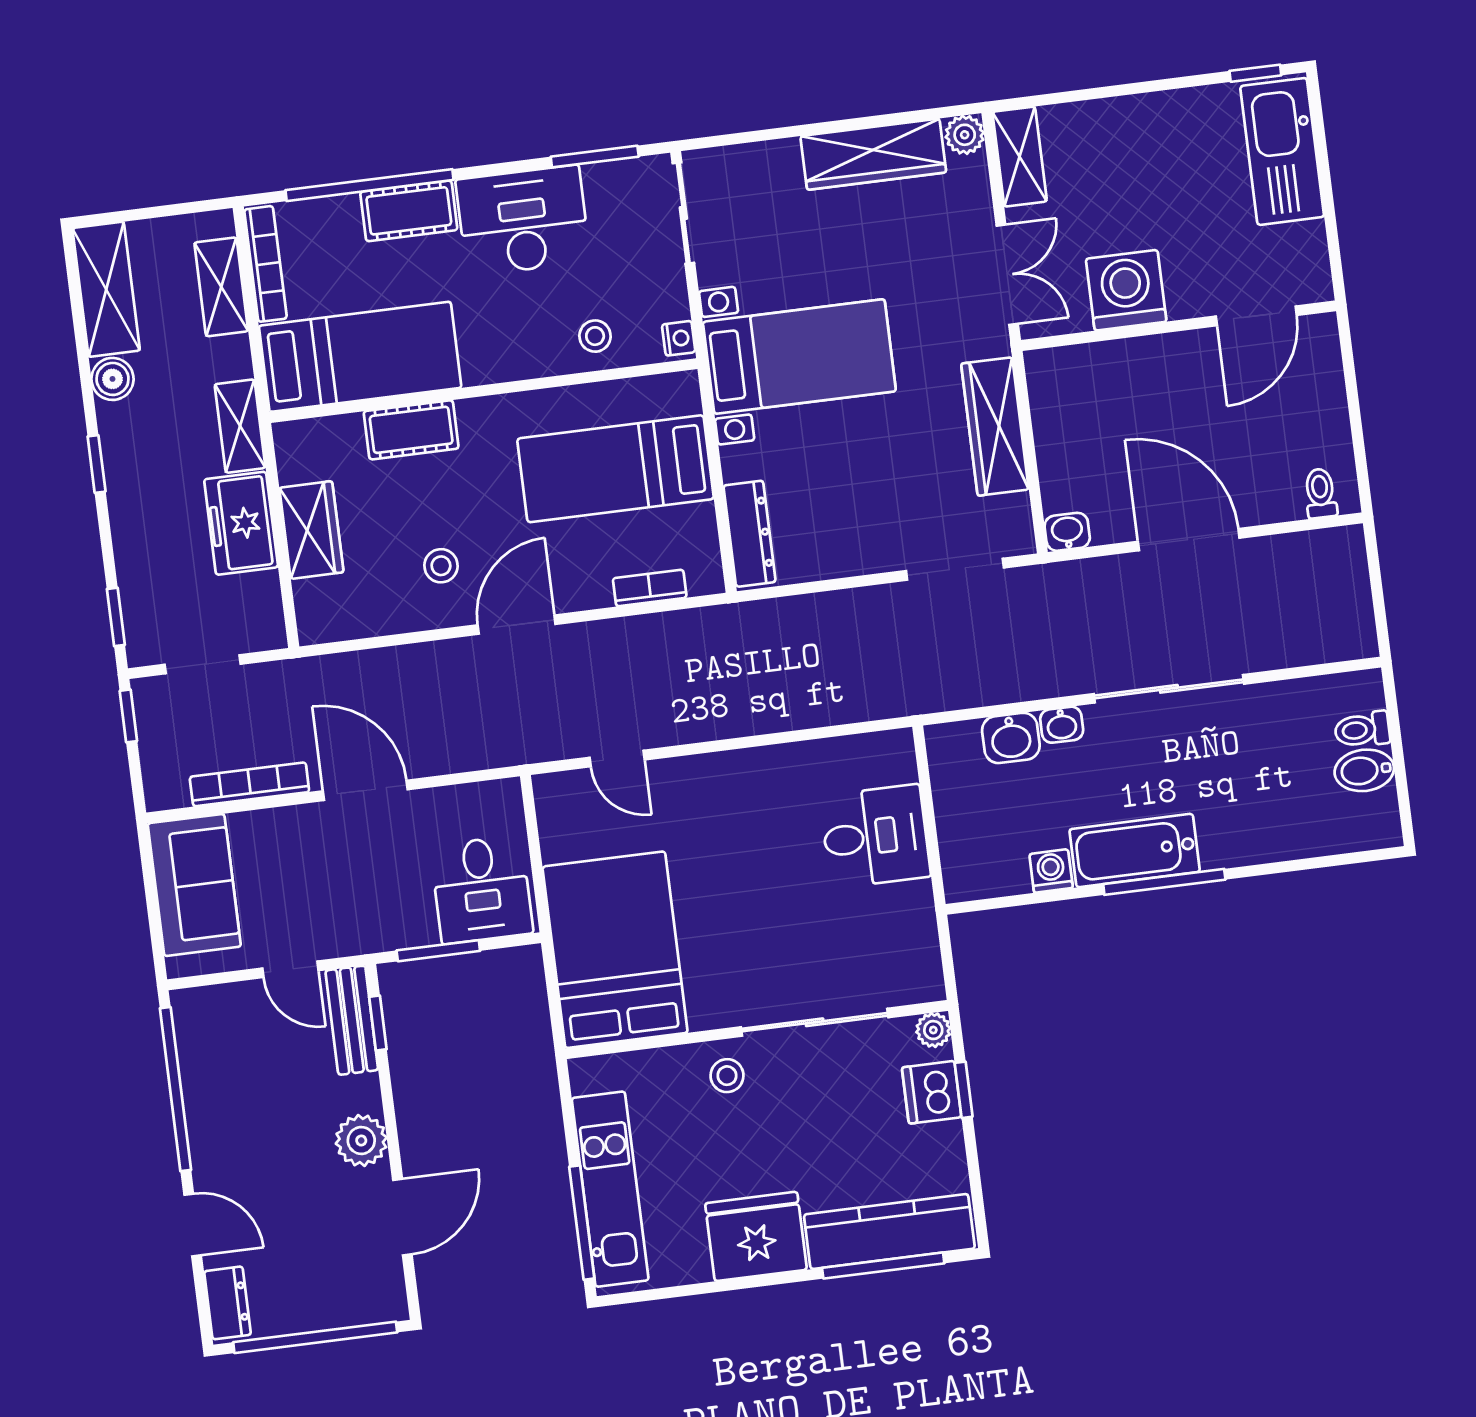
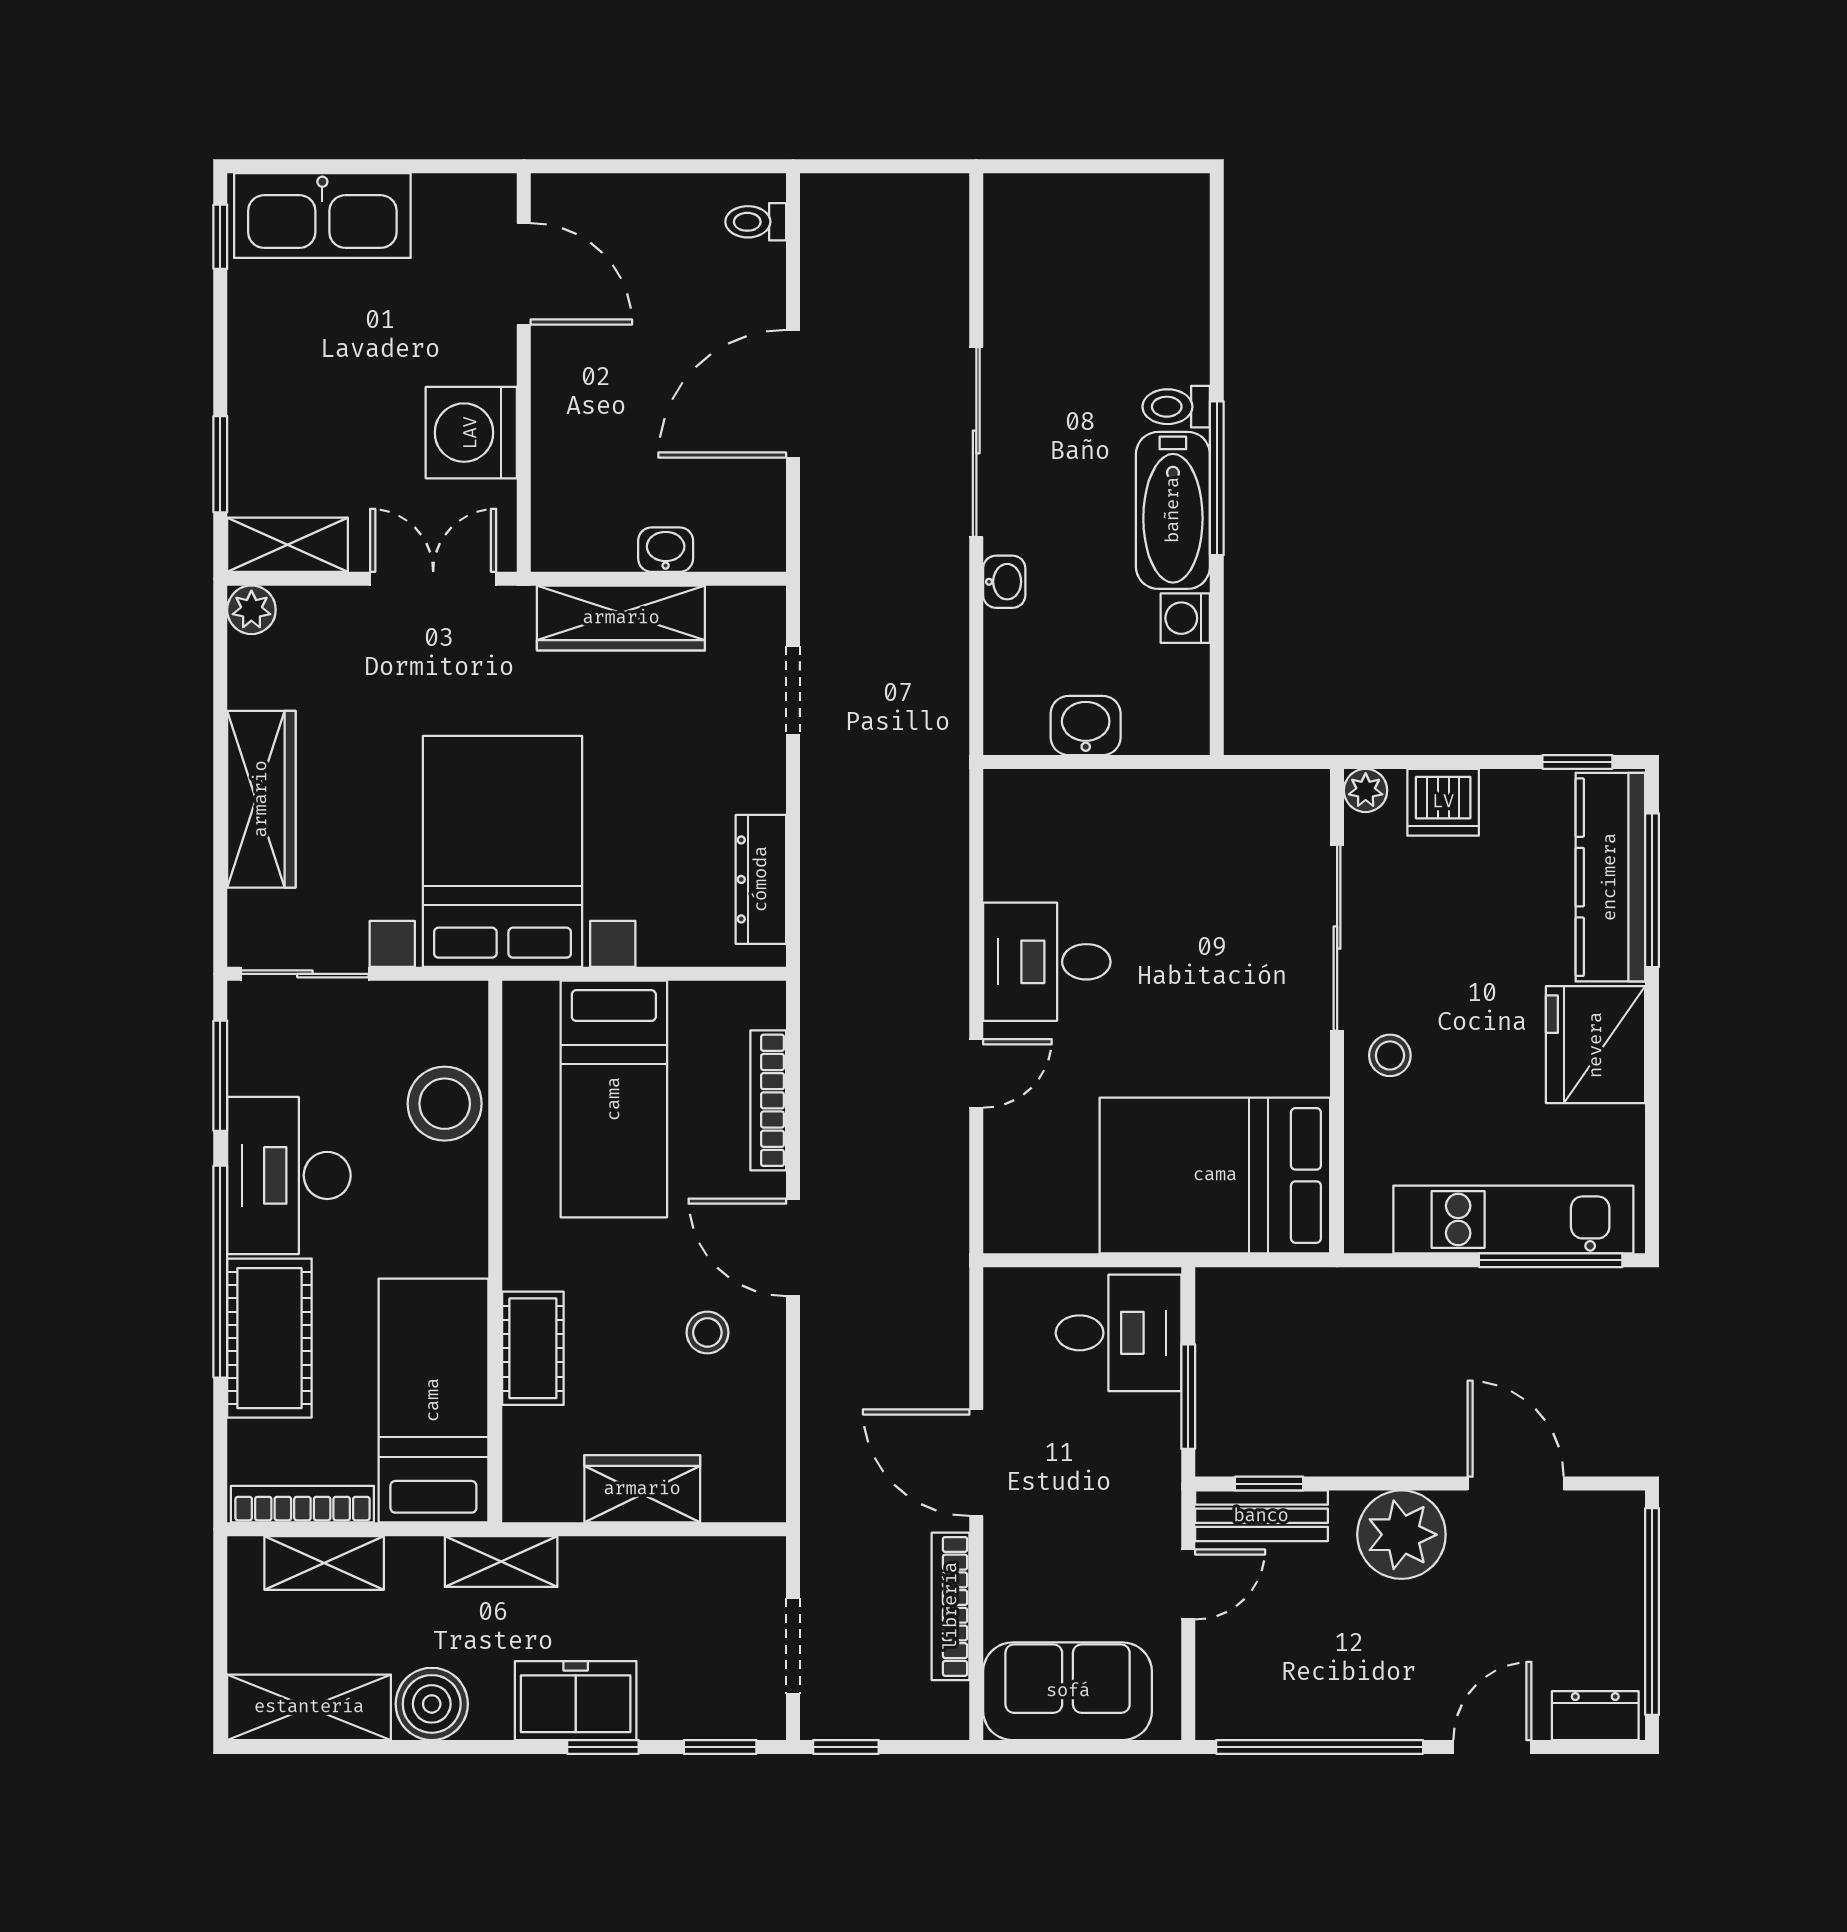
window: (1076, 96) -> (220, 464), added
wardrobe: (873, 154) -> (261, 799), moved
window: (370, 185) -> (220, 1272), moved
cot: (409, 211) -> (269, 1338), width x1.37, depth x1.34
stool: (595, 336) -> (445, 1104), width x1.89, depth x1.89
nightstand: (679, 338) -> (461, 1000), removed
bed with nightstands: (799, 357) -> (503, 851), width x1.36
boiler: (112, 379) -> (432, 1704), width x1.36, depth x1.36
window: (97, 464) -> (603, 1747), moved
freezer: (241, 523) -> (576, 1701), moved, turned 180
washbasin: (1067, 532) -> (666, 550), moved, turned 90
dresser: (750, 534) -> (761, 879), moved, turned -90
doorway: (955, 569) -> (793, 691), width x0.73
bookcase: (650, 588) -> (768, 1100), width x1.56
toilet: (1362, 730) -> (1176, 407), moved, turned 90
washbasin: (1011, 738) -> (1086, 725), moved, turned -90
door: (617, 759) -> (976, 1073), moved
bidet: (1364, 770) -> (1109, 211), removed
door: (365, 790) -> (976, 1463), hinge flipped
desk: (875, 836) -> (1047, 962), moved, turned -90
window: (964, 1090) -> (1577, 762), moved
plant: (361, 1140) -> (1401, 1535), width x1.36, depth x1.36

